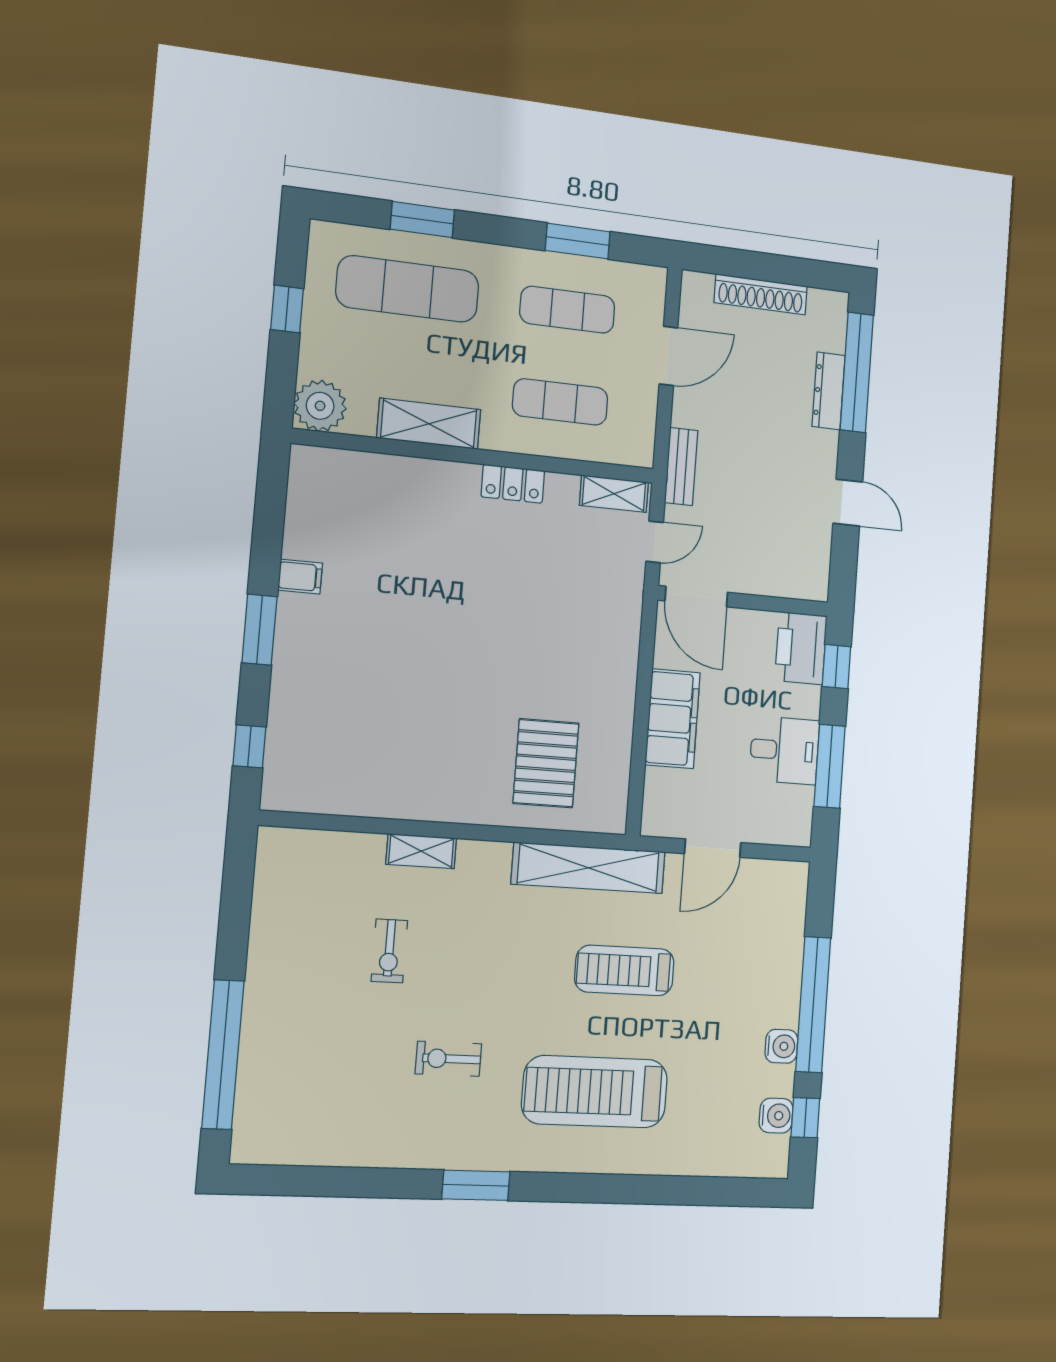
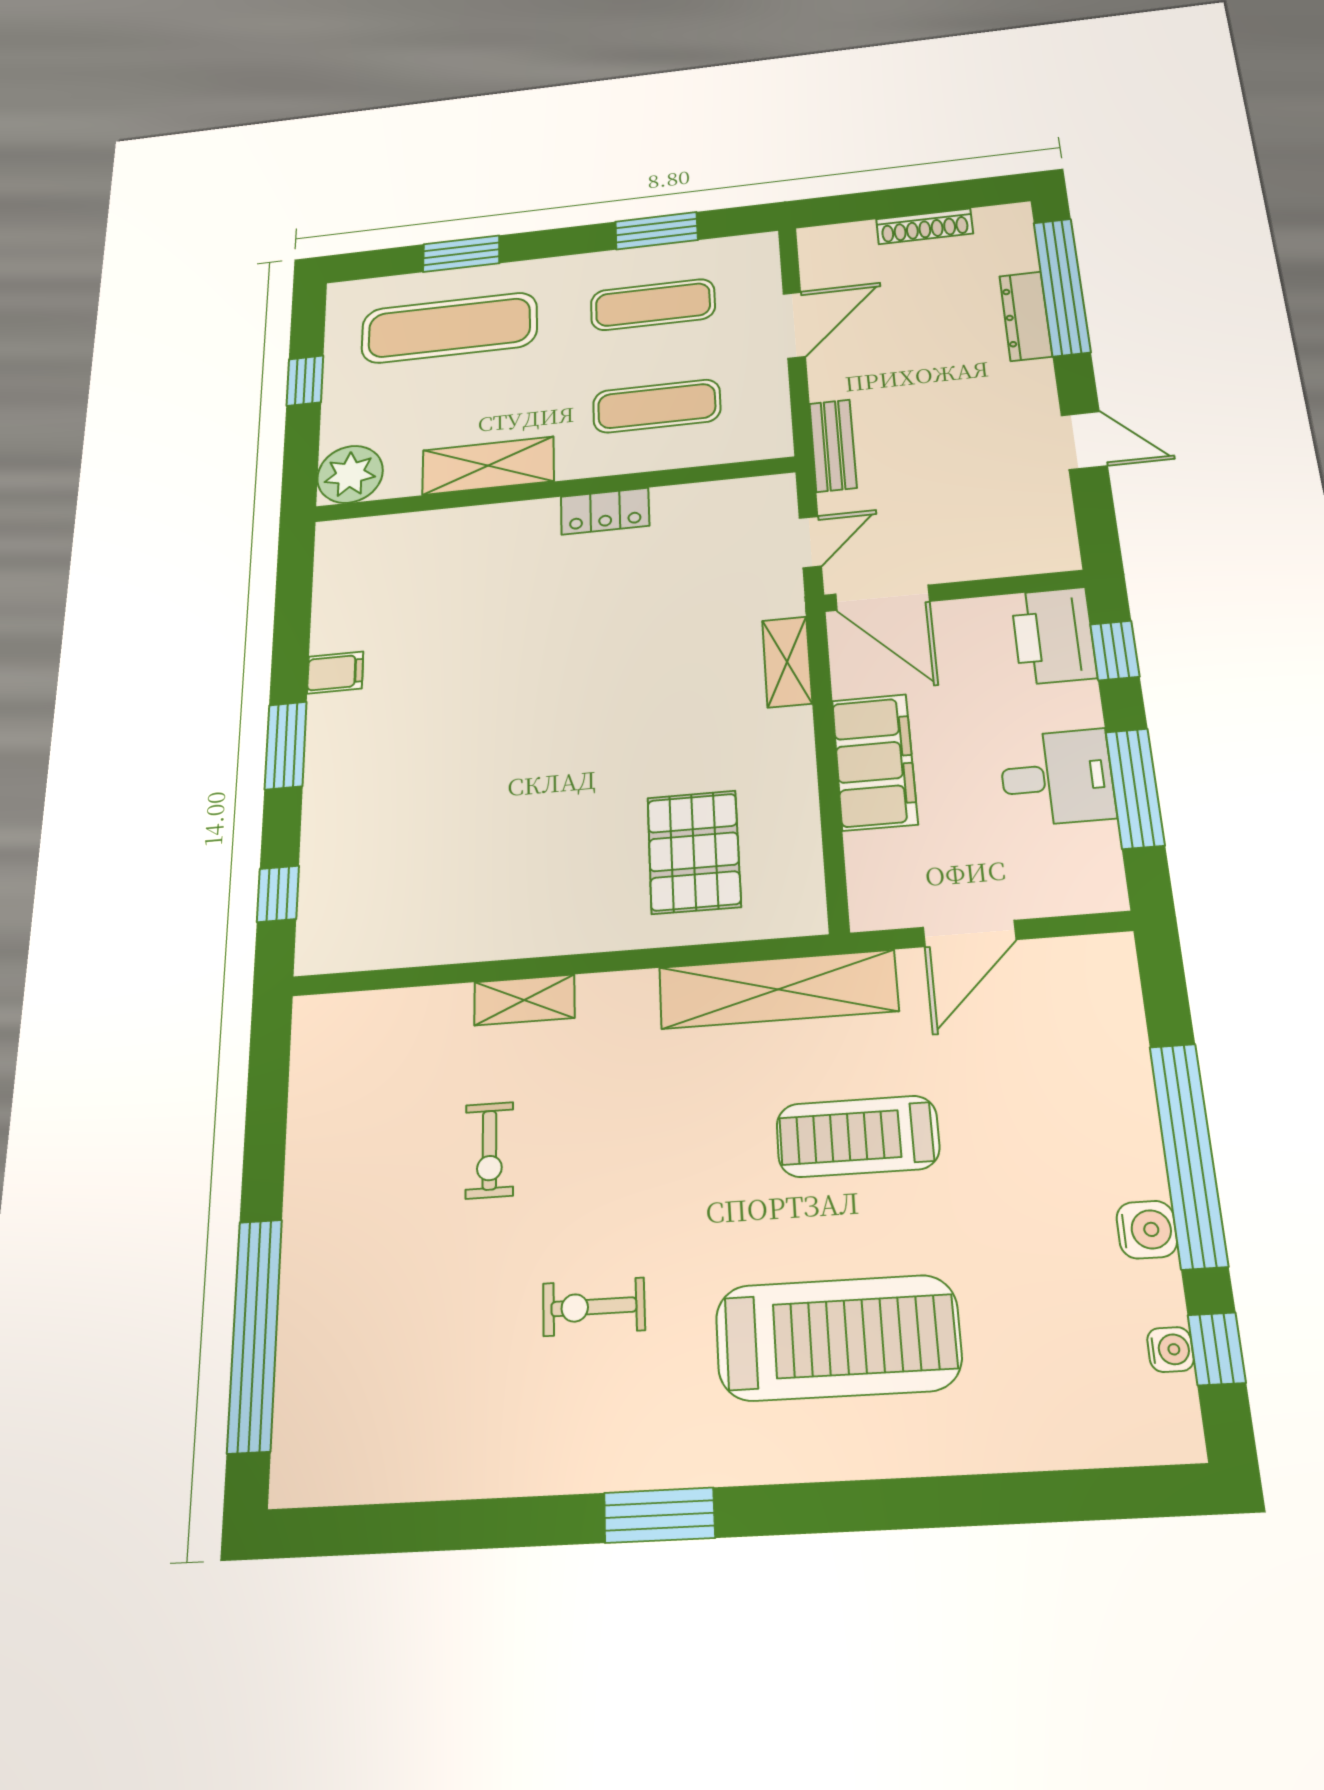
shoe rack: (761, 294) -> (924, 226), width x0.74, depth x0.81
shelving: (614, 494) -> (787, 662), moved, turned 90
treadmill: (595, 1092) -> (838, 1338), turned 180
water cooler: (776, 1116) -> (1170, 1350), width x0.72, depth x0.72

